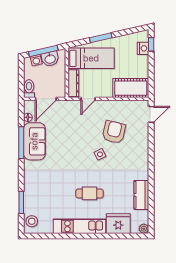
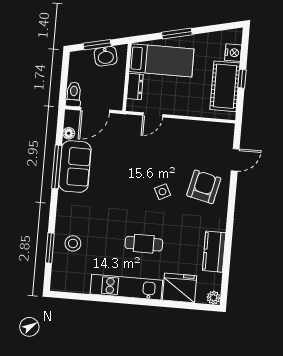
window: (151, 44) -> (242, 79), moved
window: (43, 51) -> (97, 45), width x0.69
washing machine: (36, 60) -> (86, 57), removed
dresser: (73, 83) -> (135, 86), width x0.70
cot: (131, 88) -> (225, 86), moved, turned 90
door: (151, 114) -> (235, 160), moved
armchair: (114, 132) -> (204, 187), moved
stool: (32, 221) -> (73, 243), moved

